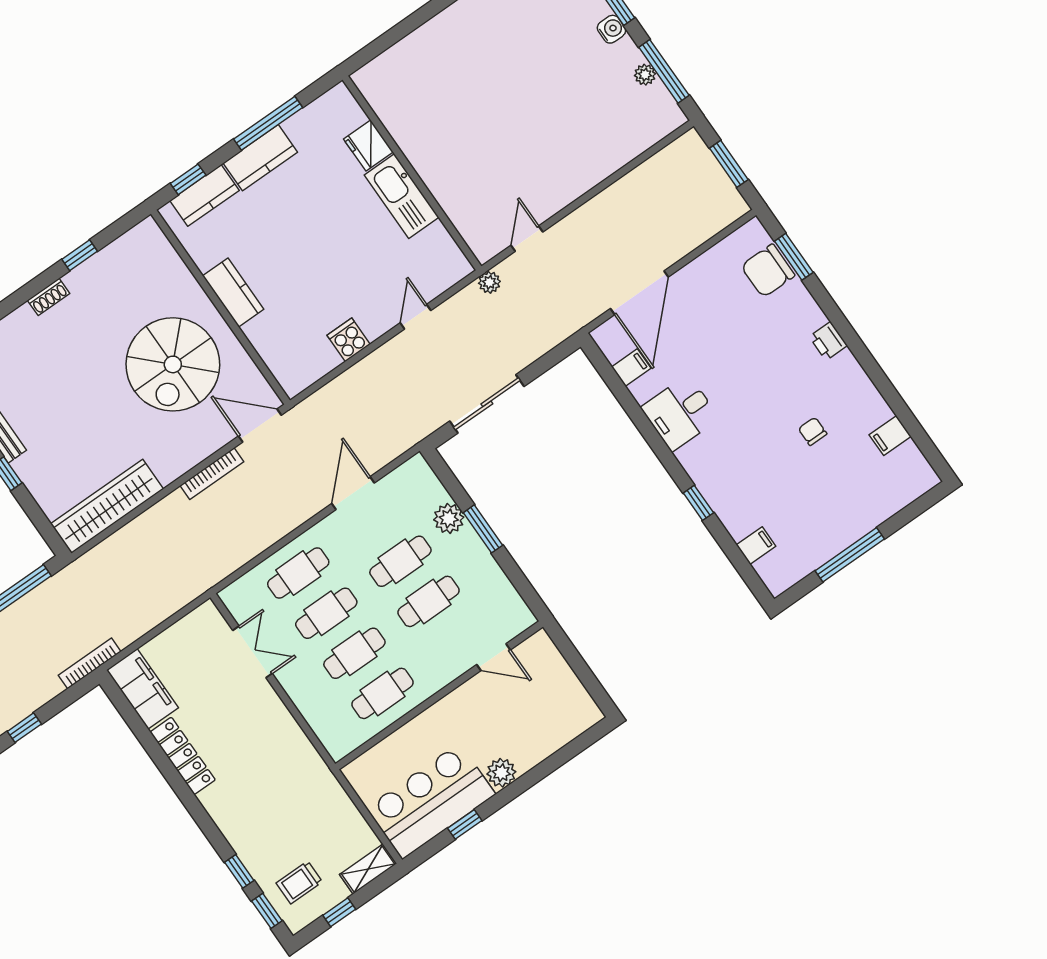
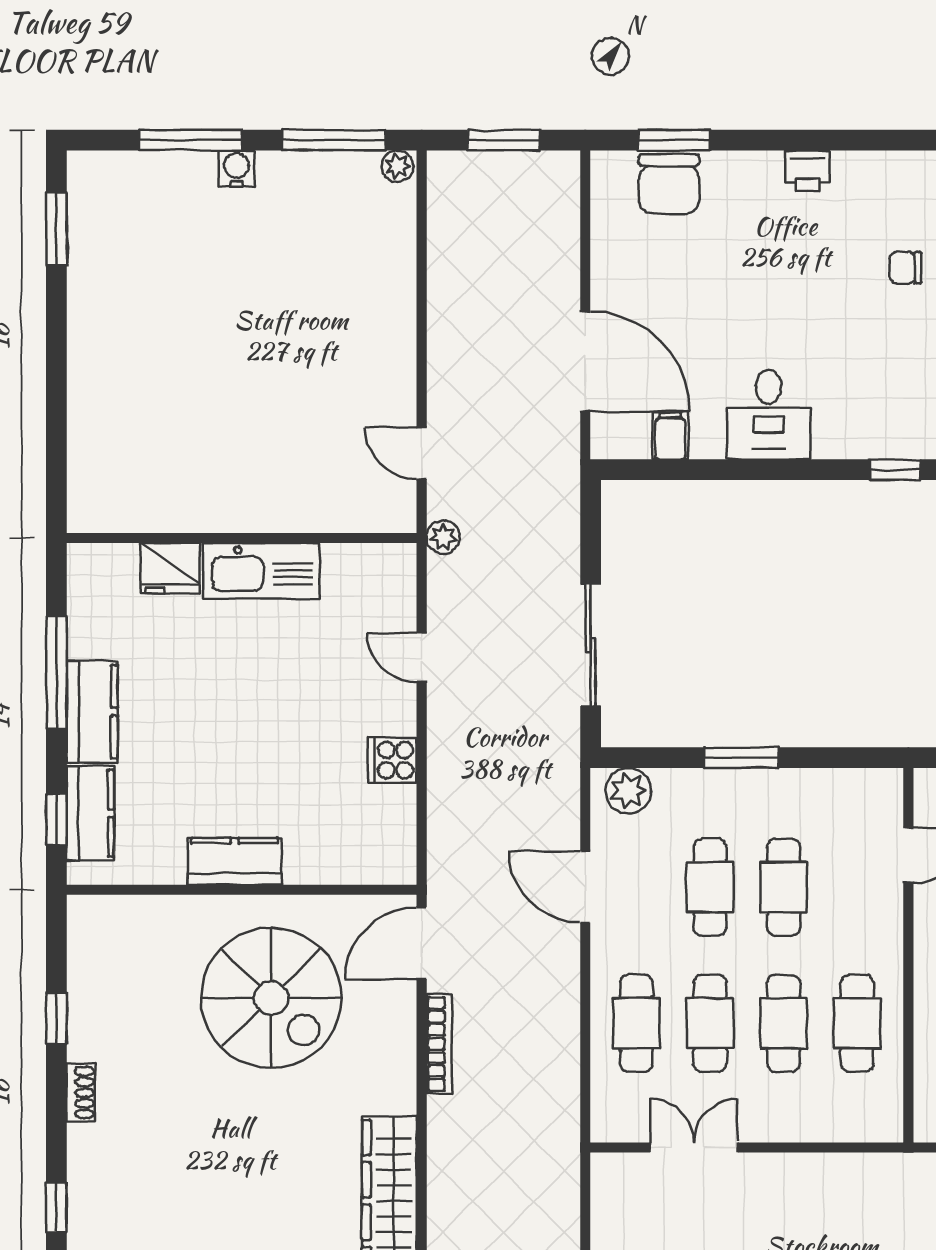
plant: (645, 75) -> (397, 166), moved
plant: (449, 519) -> (628, 791), moved

